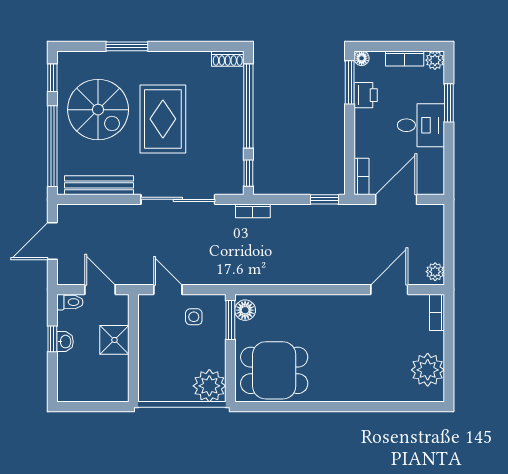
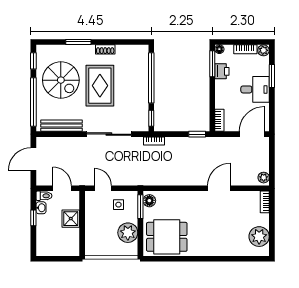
shoe rack: (228, 59) -> (105, 49), moved
door: (396, 199) -> (252, 134), moved
door: (389, 290) -> (219, 188), moved
washbasin: (65, 342) -> (41, 208), moved
plant: (209, 386) -> (128, 233), moved

